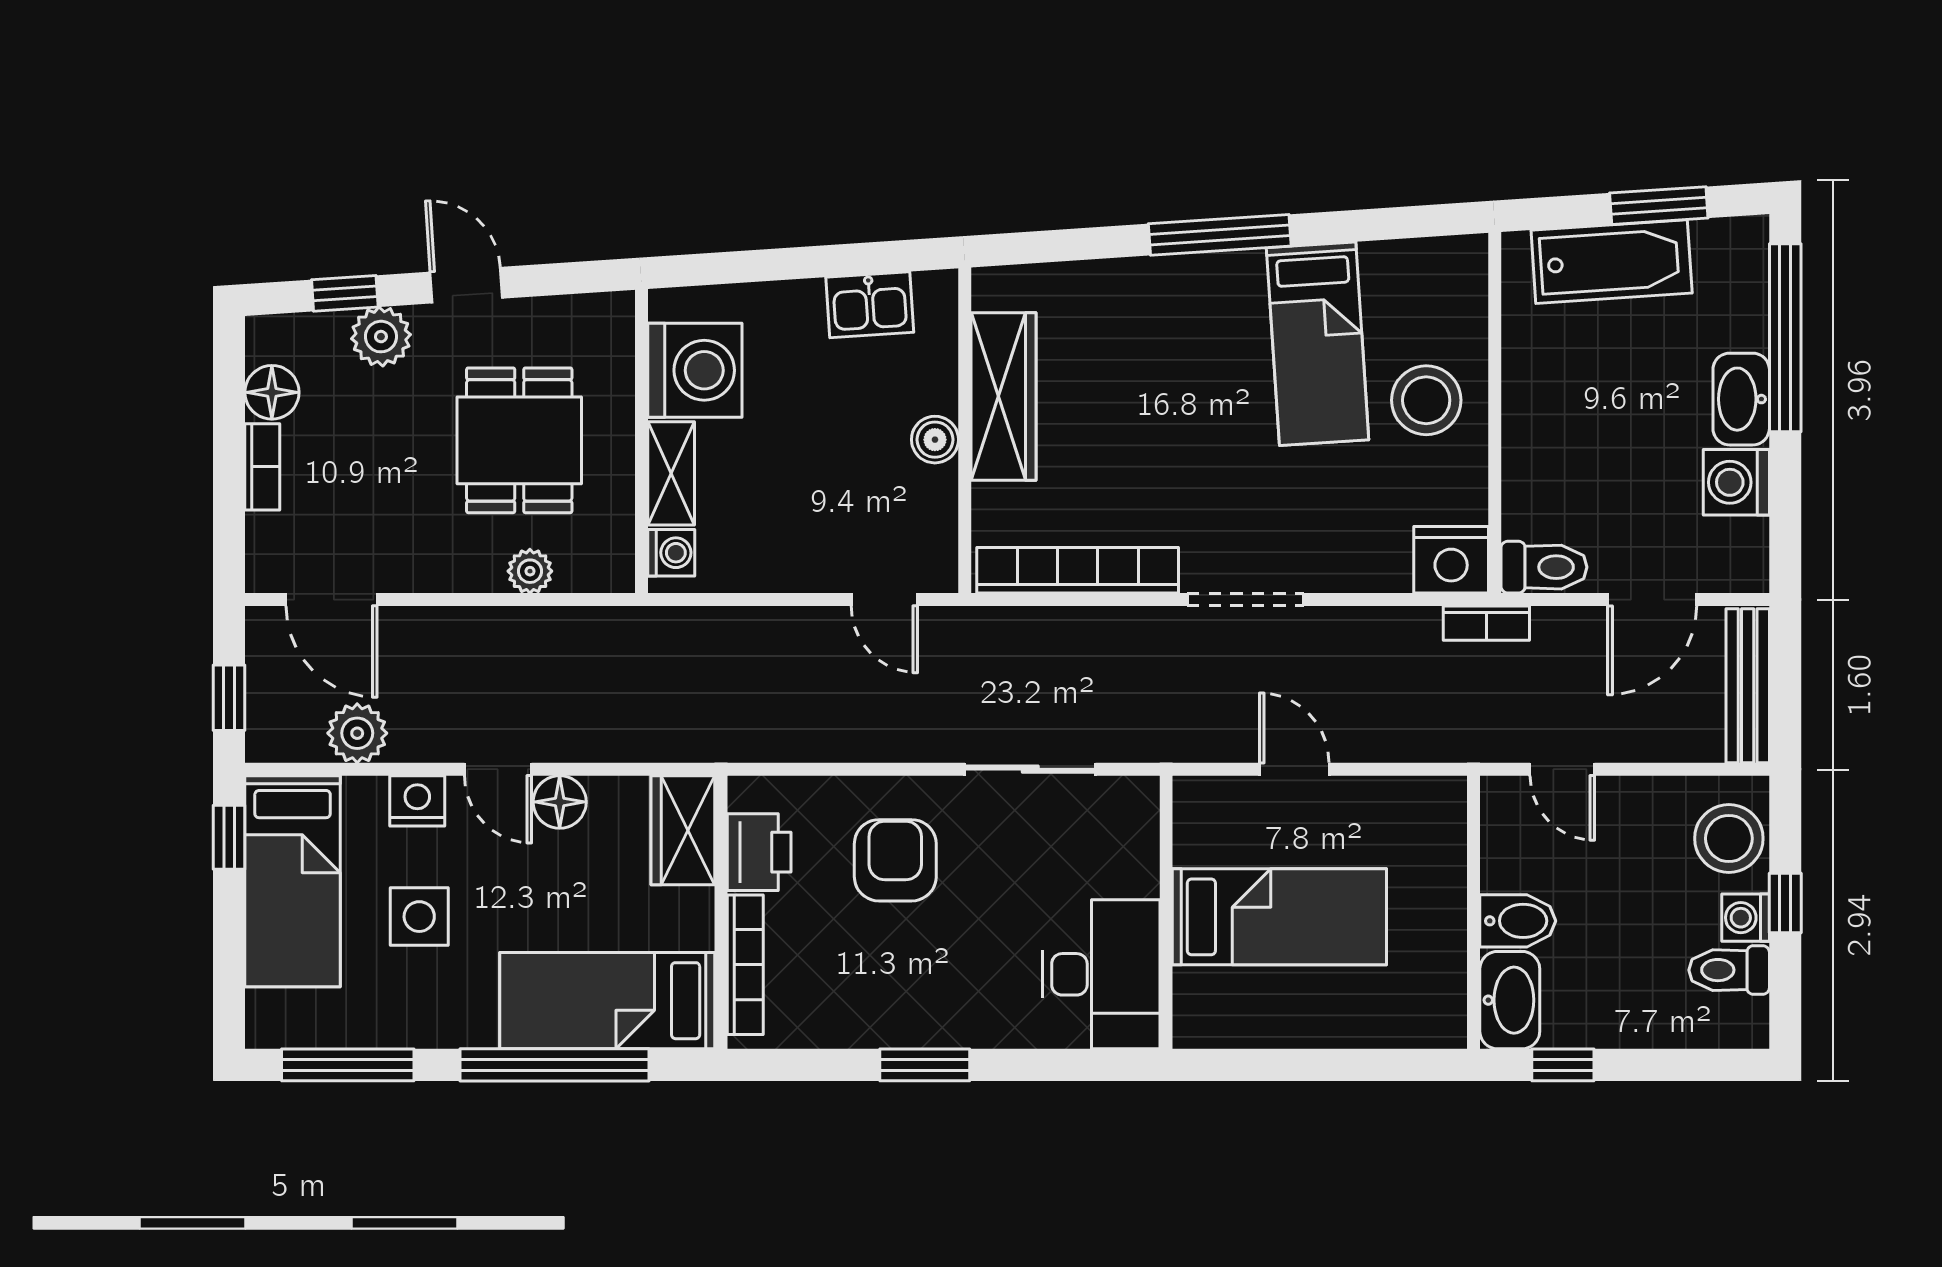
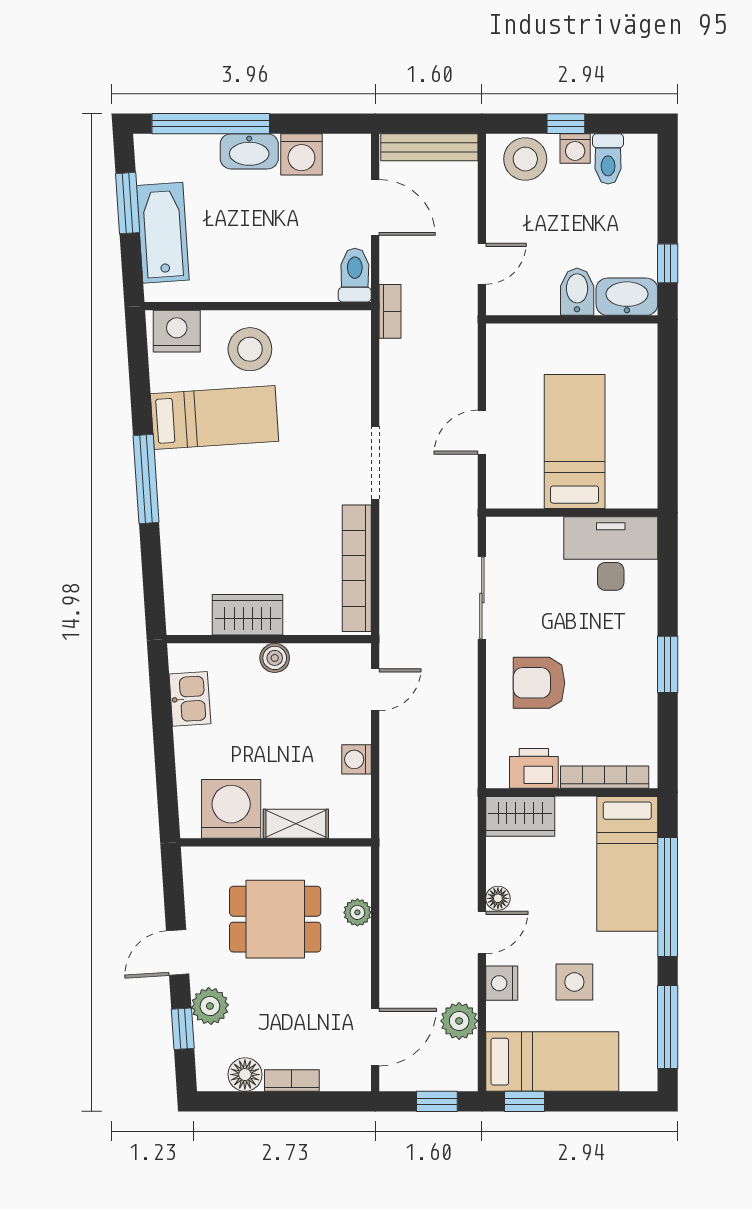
wardrobe: (1004, 396) -> (248, 615), width x0.67
washing machine: (671, 553) -> (356, 759), moved, turned -90
nightstand: (1451, 560) -> (177, 331), moved, turned -90
floor lamp: (560, 802) -> (498, 898), width x0.73, depth x0.73

